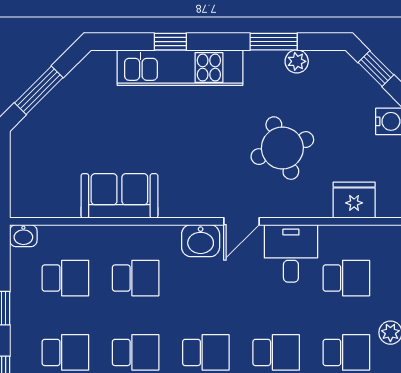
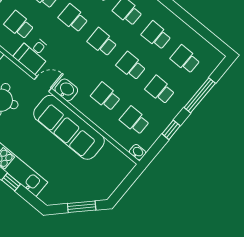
sofa: (119, 196) -> (69, 127), width x1.85, depth x1.27

